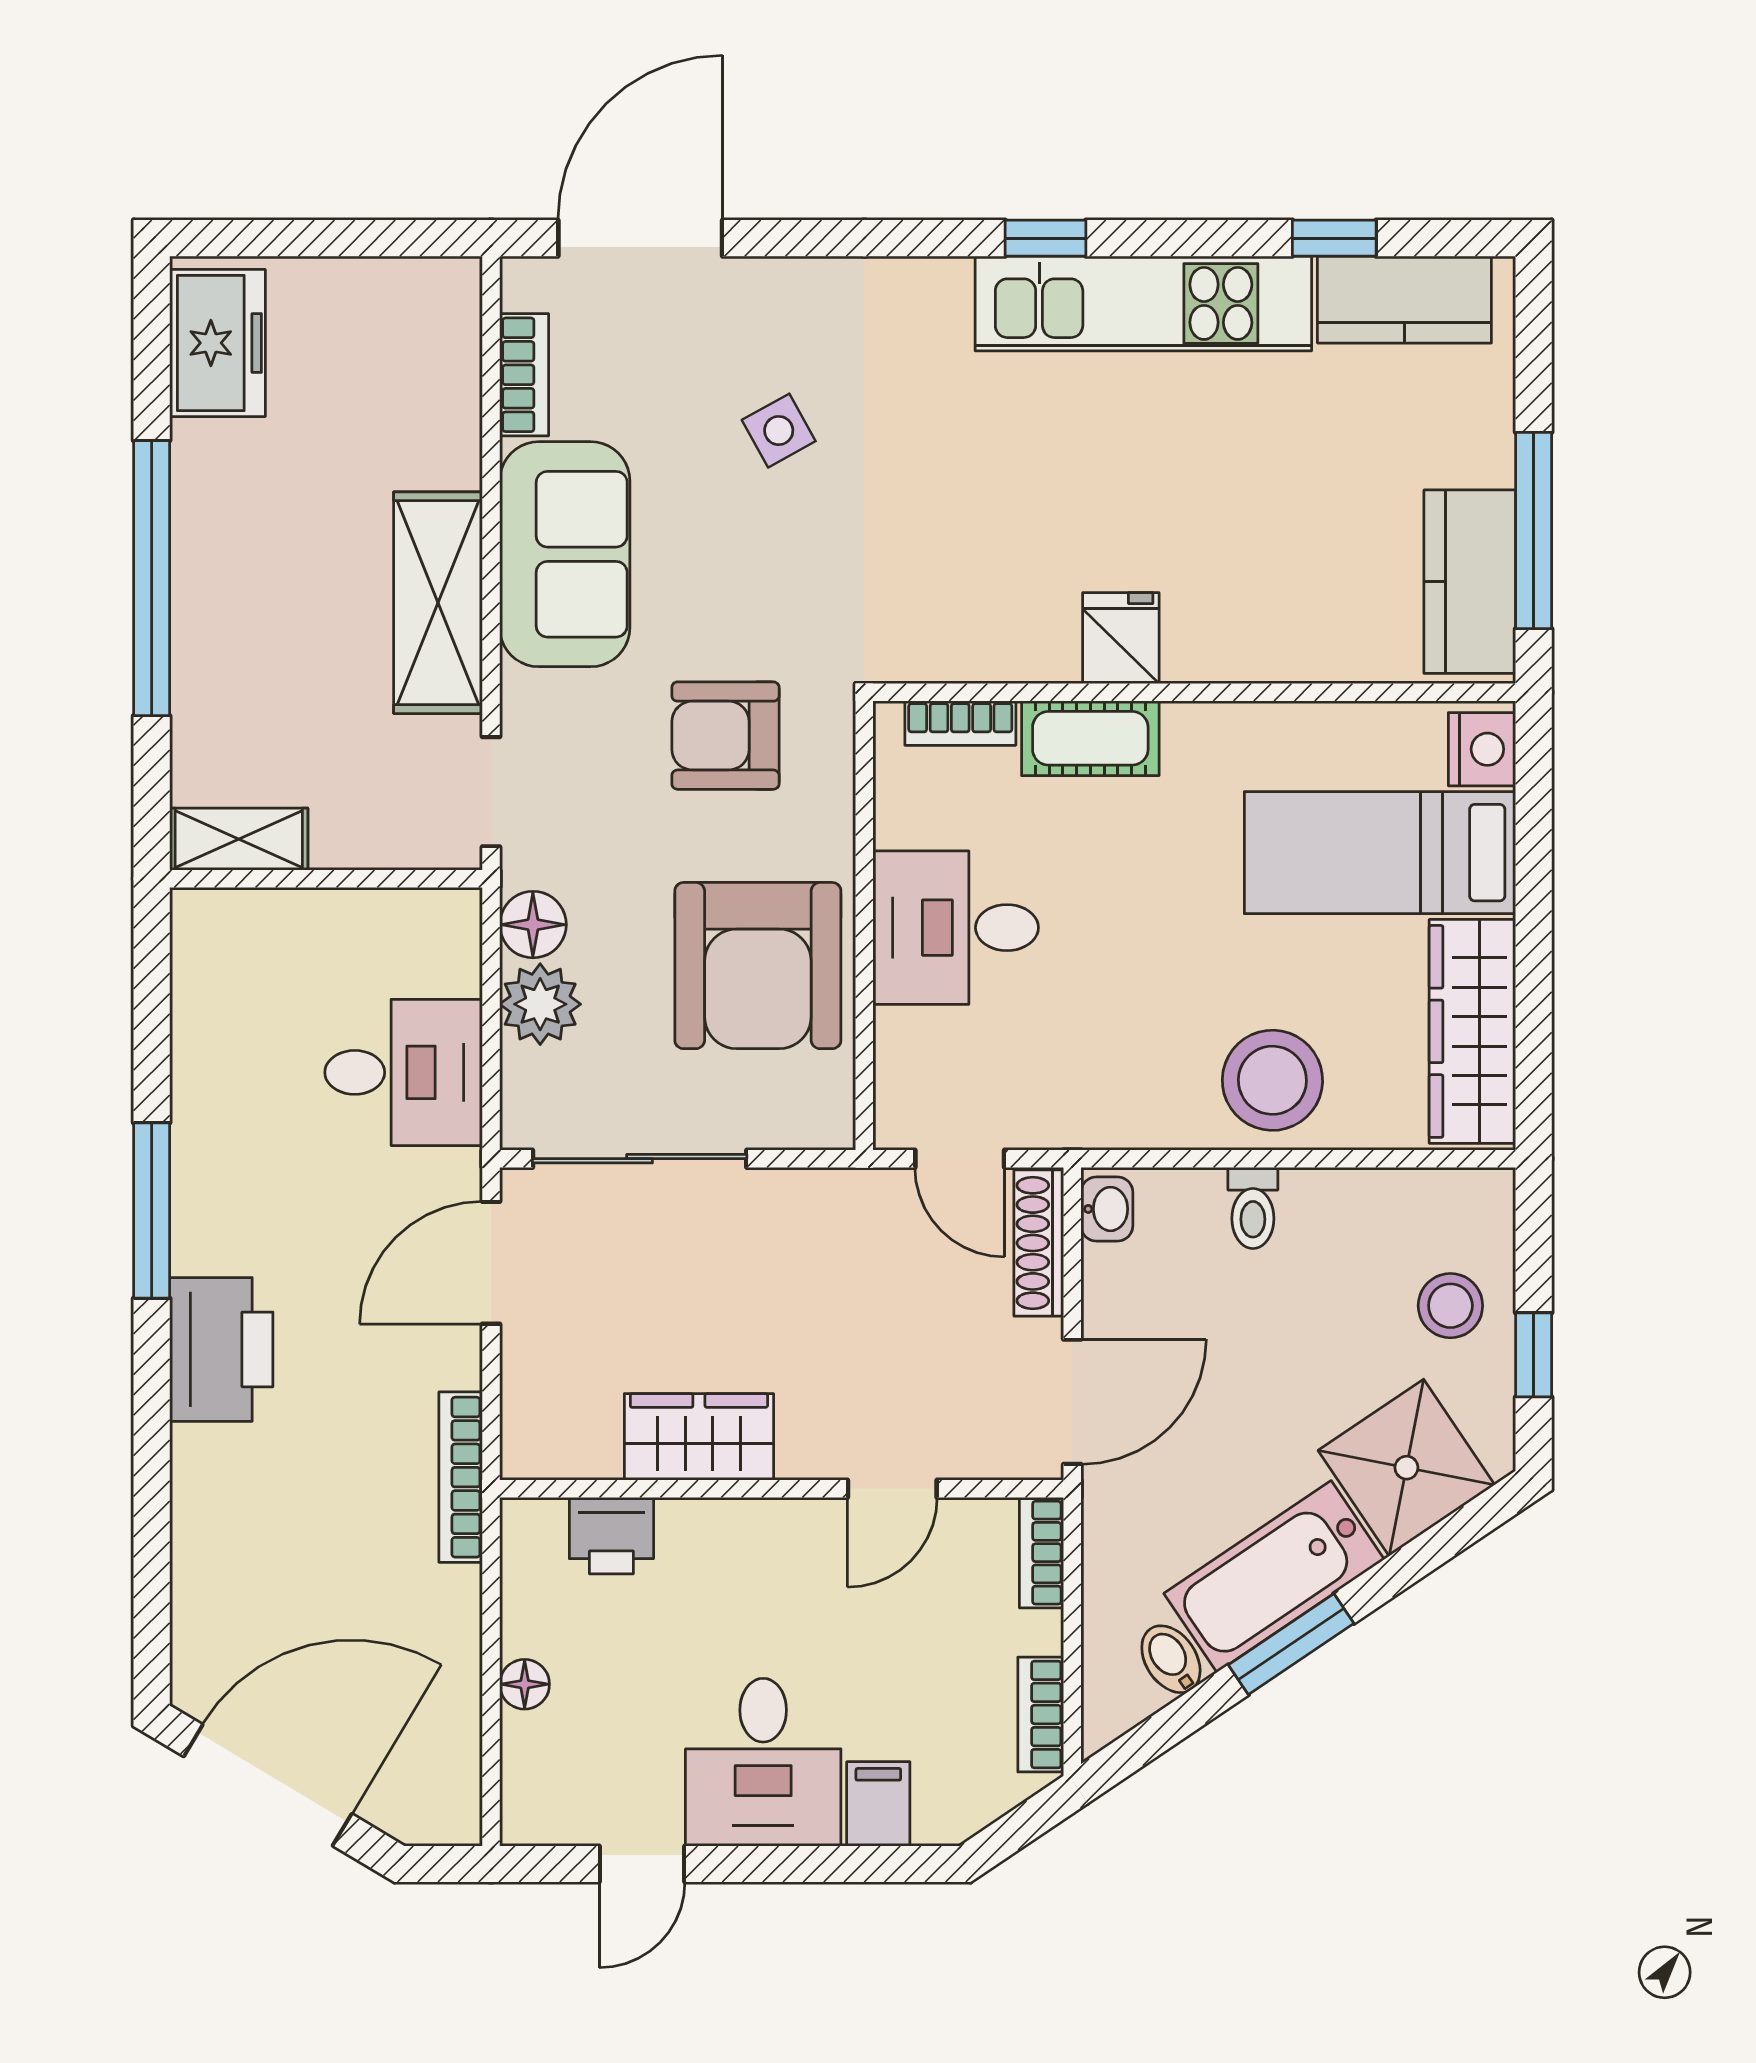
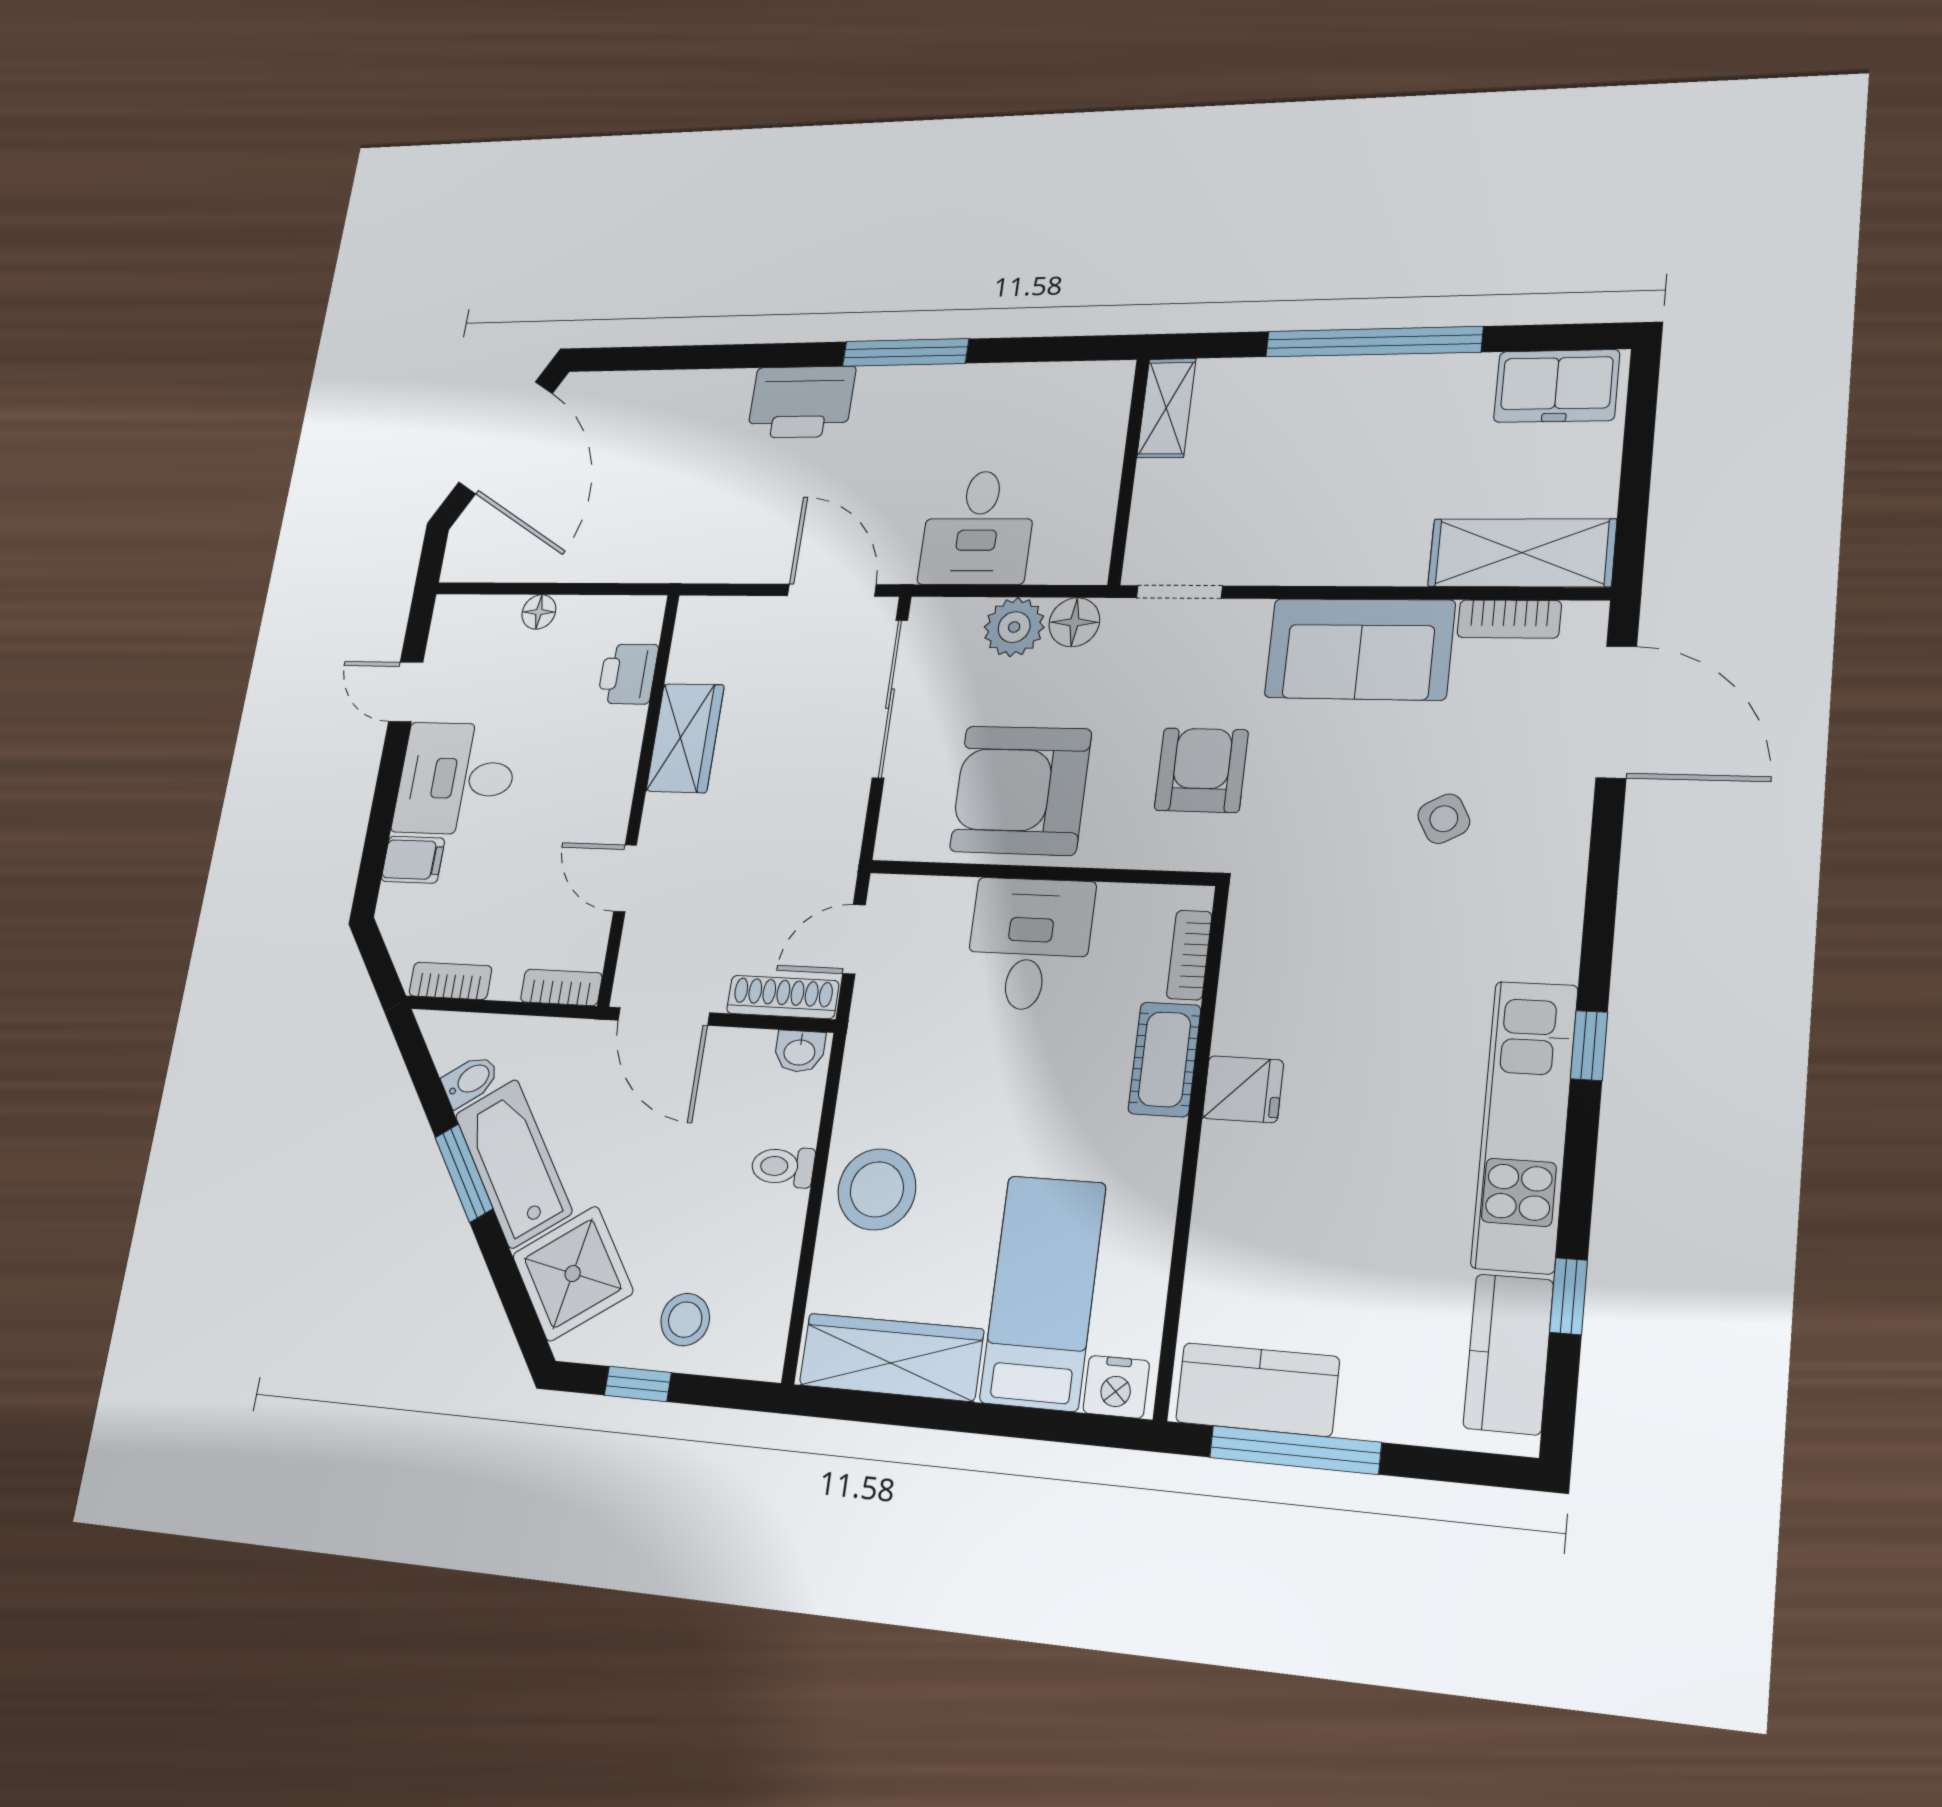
shelving: (438, 603) -> (1522, 553), moved
bookcase: (461, 1477) -> (686, 568), removed

